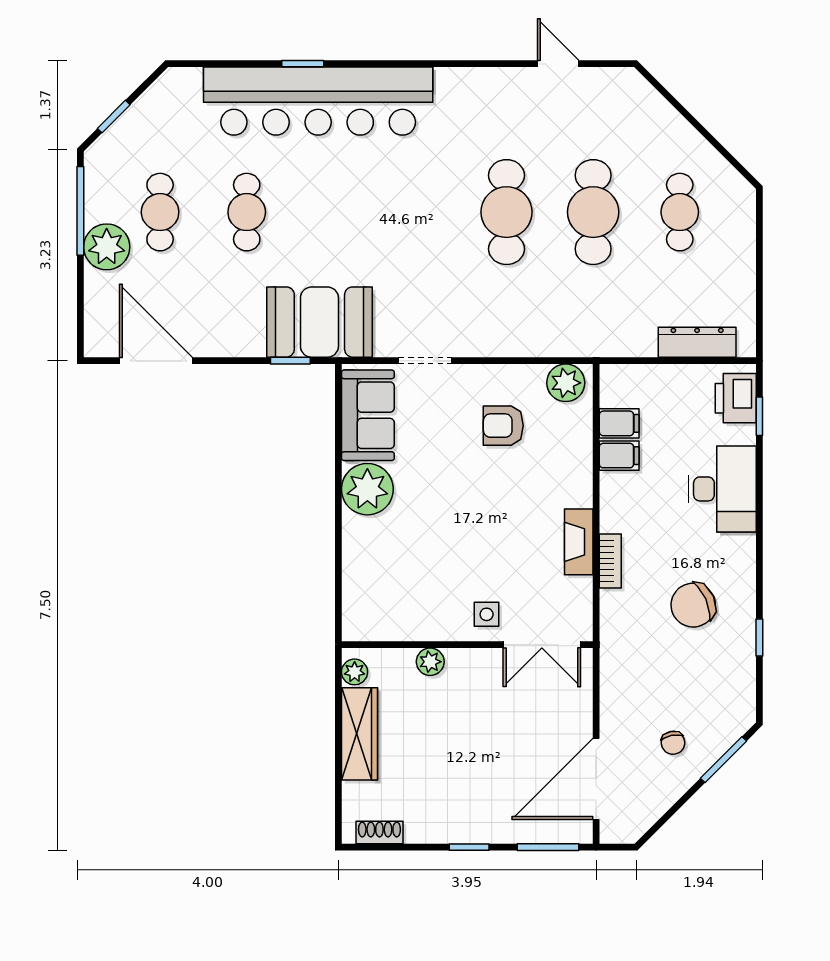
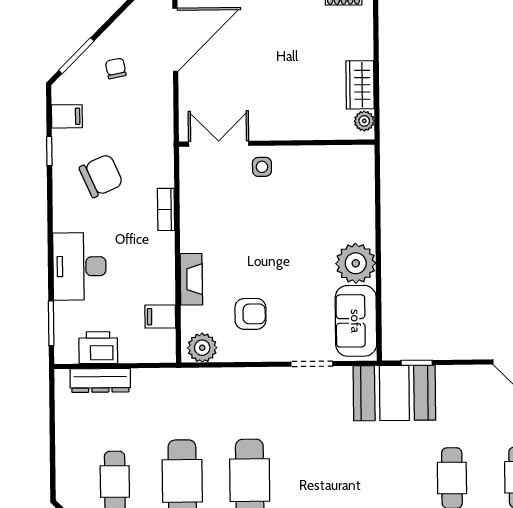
printer: (736, 398) -> (98, 348), moved, turned -90
window: (759, 416) -> (51, 323), width x1.50
filing cabinet: (619, 456) -> (67, 116), moved, turned 180
fireplace: (579, 542) -> (191, 279), moved
plant: (430, 662) -> (305, 130), removed
wardrobe: (359, 734) -> (360, 85), width x0.67

